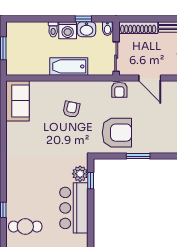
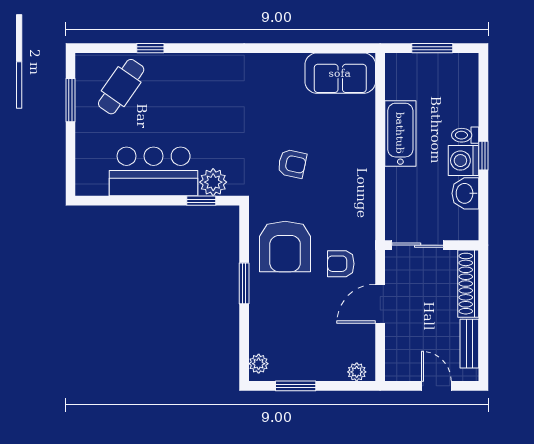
window: (83, 19) -> (483, 156), moved
bidet: (107, 29) -> (466, 230), removed
bathtub: (69, 66) -> (400, 133), moved
armchair: (119, 90) -> (341, 264), moved
armchair: (71, 109) -> (292, 164), moved
cafe table: (25, 227) -> (121, 87), turned 35

